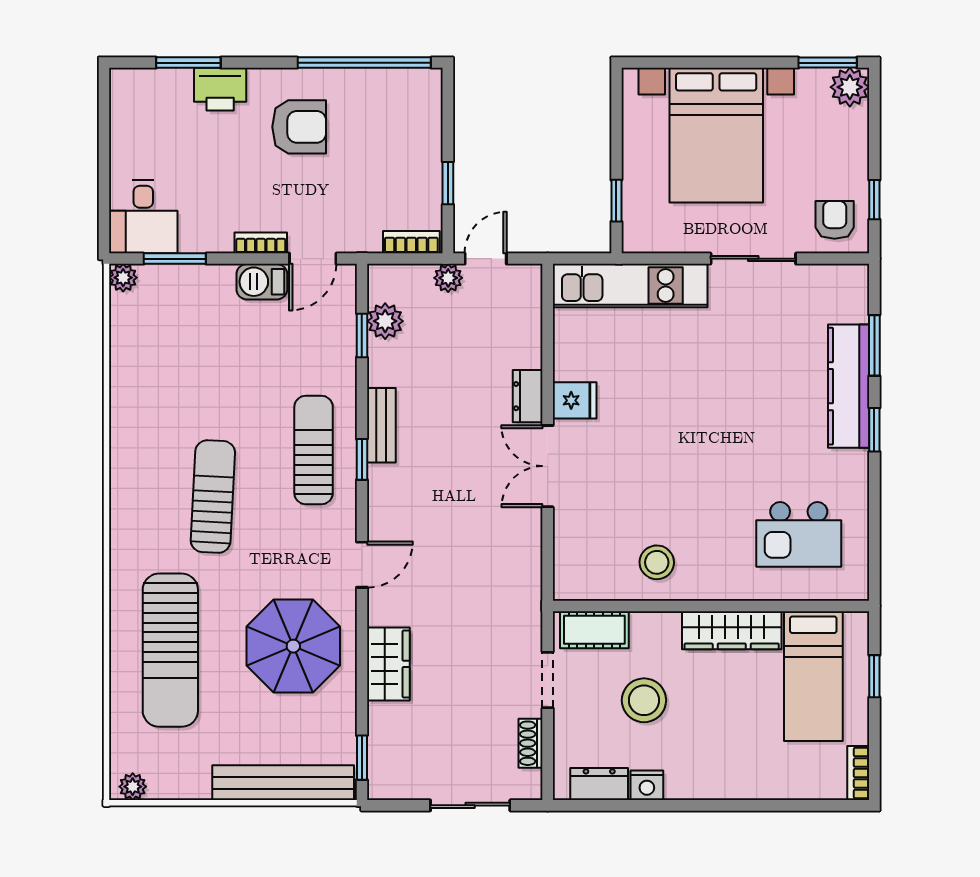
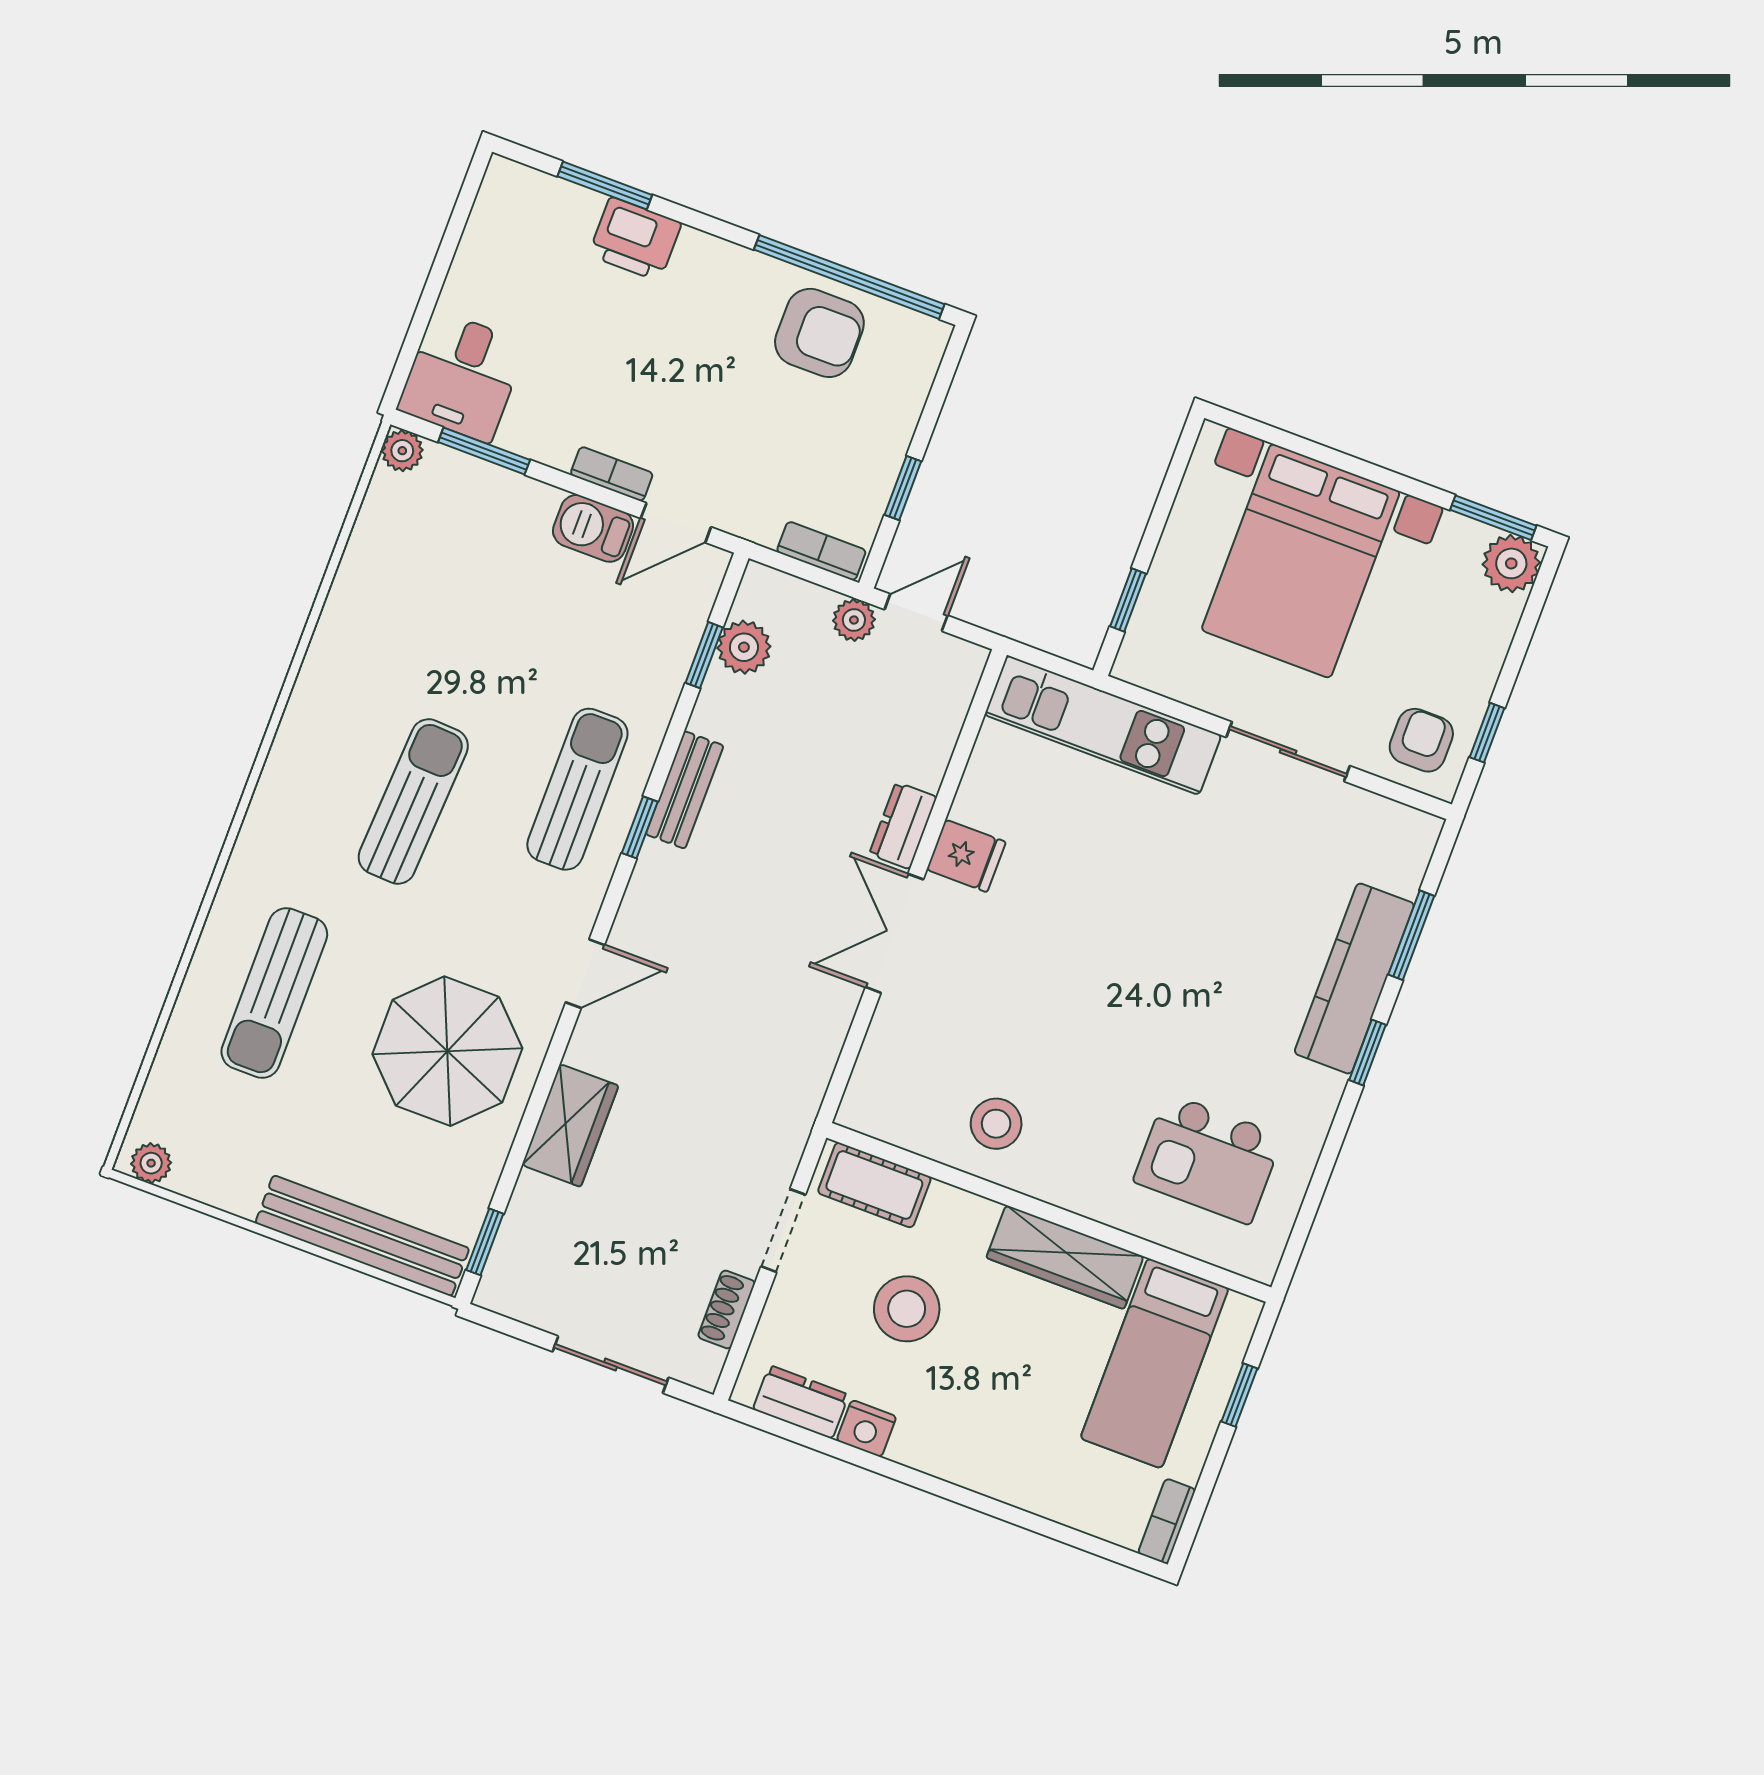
armchair: (299, 127) -> (819, 333), moved
sun lounger: (170, 650) -> (274, 993), width x0.73, depth x0.75

